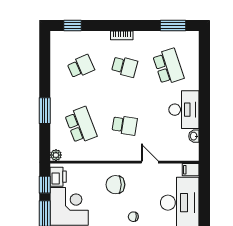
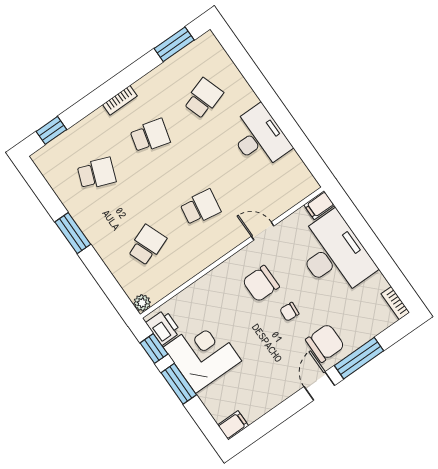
school desk: (81, 67) -> (97, 173), turned 45
school desk: (168, 67) -> (203, 98), width x0.54
window: (45, 111) -> (73, 233), moved
school desk: (81, 125) -> (147, 245), width x0.54
washbasin: (194, 136) -> (294, 161), removed
chair: (115, 185) -> (261, 284), moved

